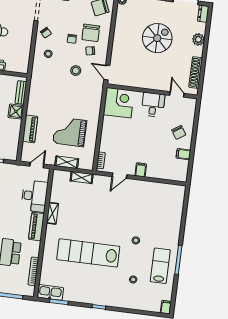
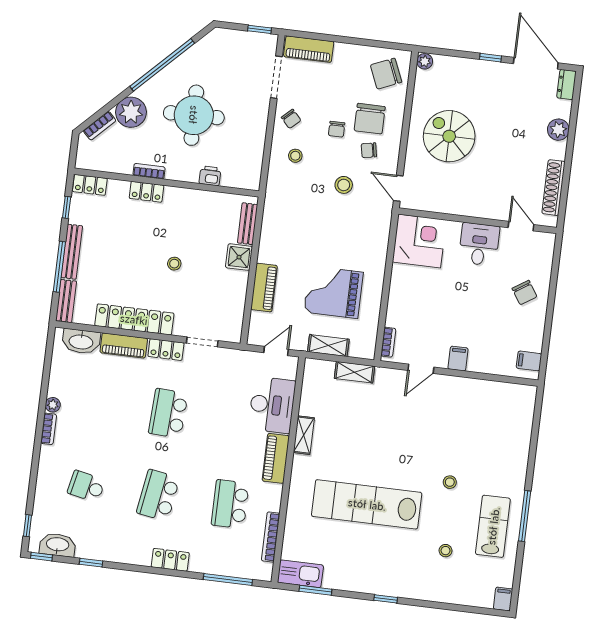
spiral stairs: (157, 38) -> (449, 136), moved, turned -90
filing cabinet: (183, 154) -> (529, 361), moved

